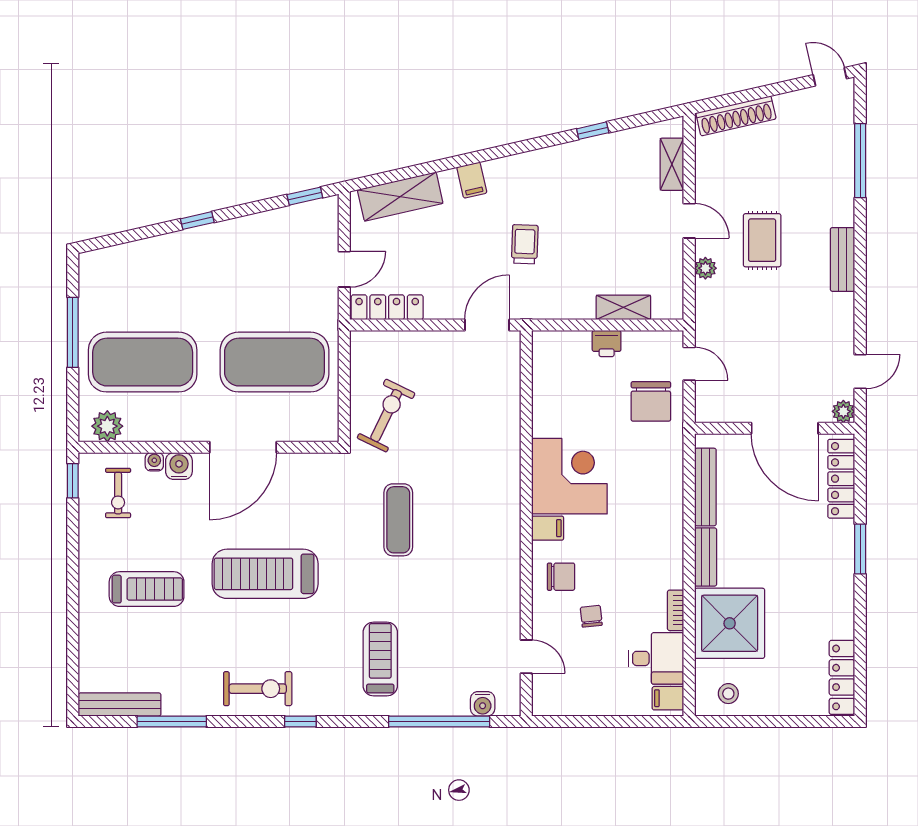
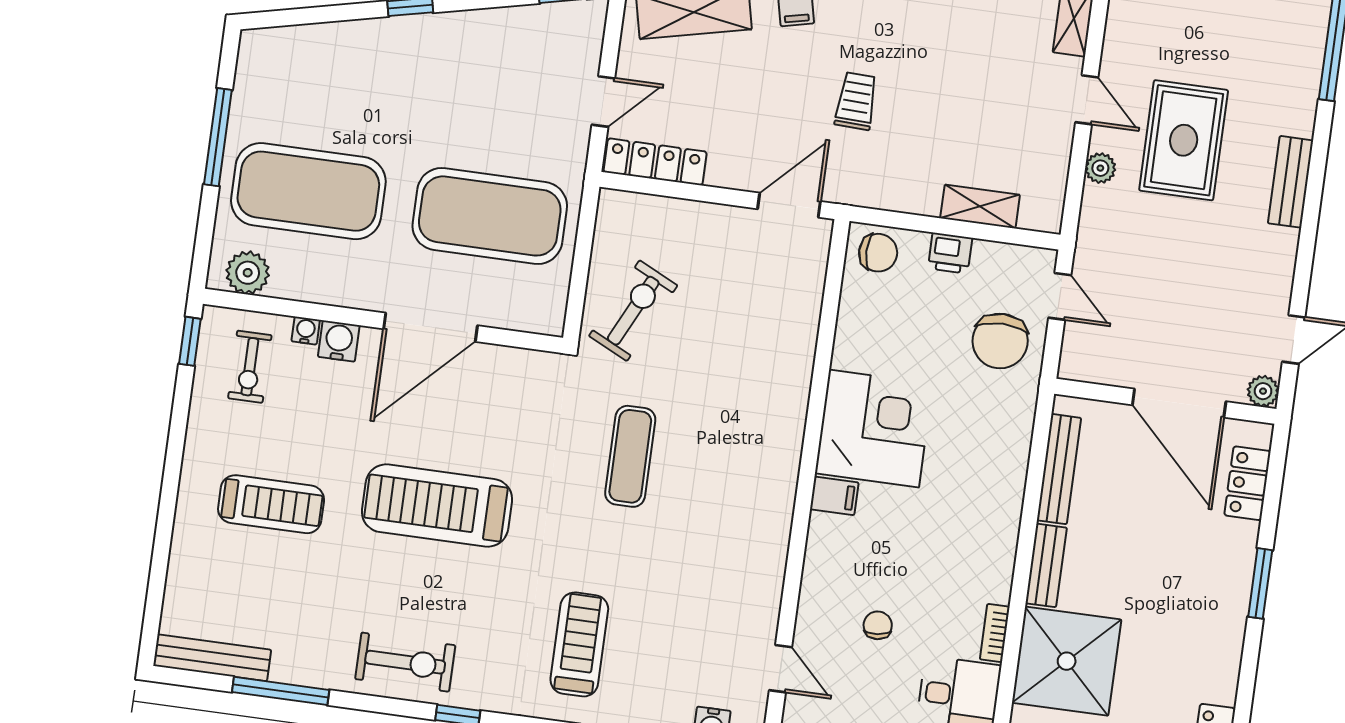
rug: (762, 240) -> (1184, 140), width x1.36, depth x1.43
locker: (841, 479) -> (1247, 483), width x0.66
chair: (561, 577) -> (878, 253), moved

